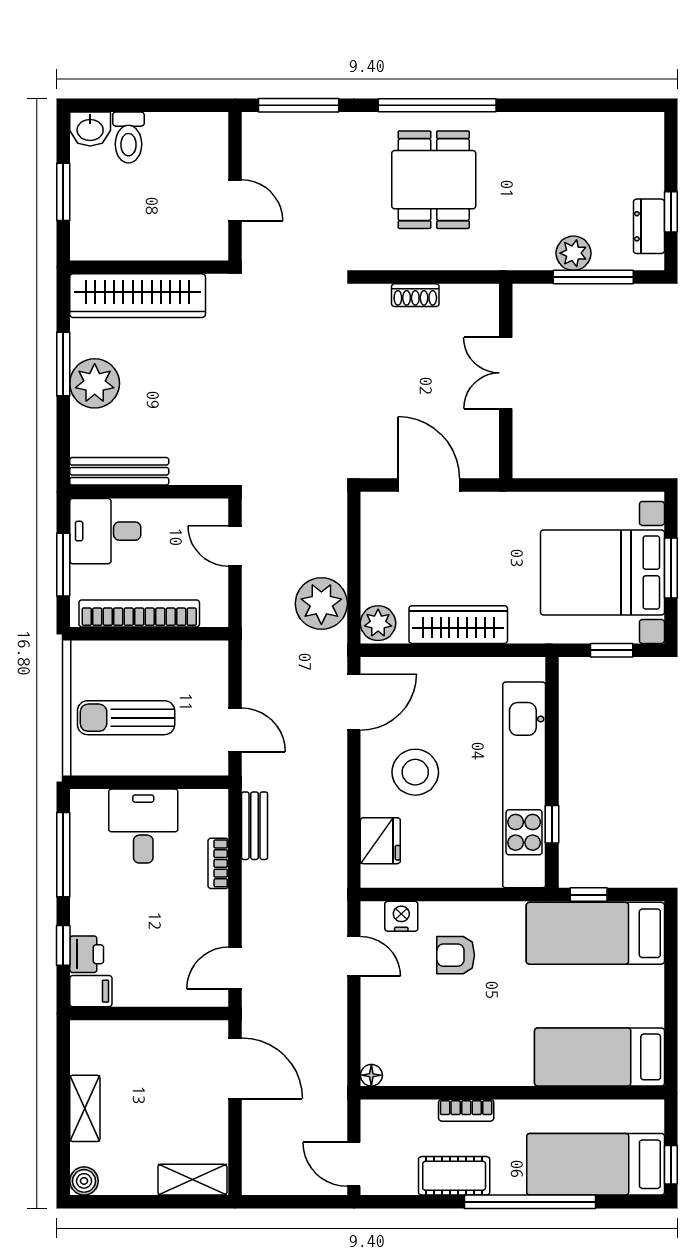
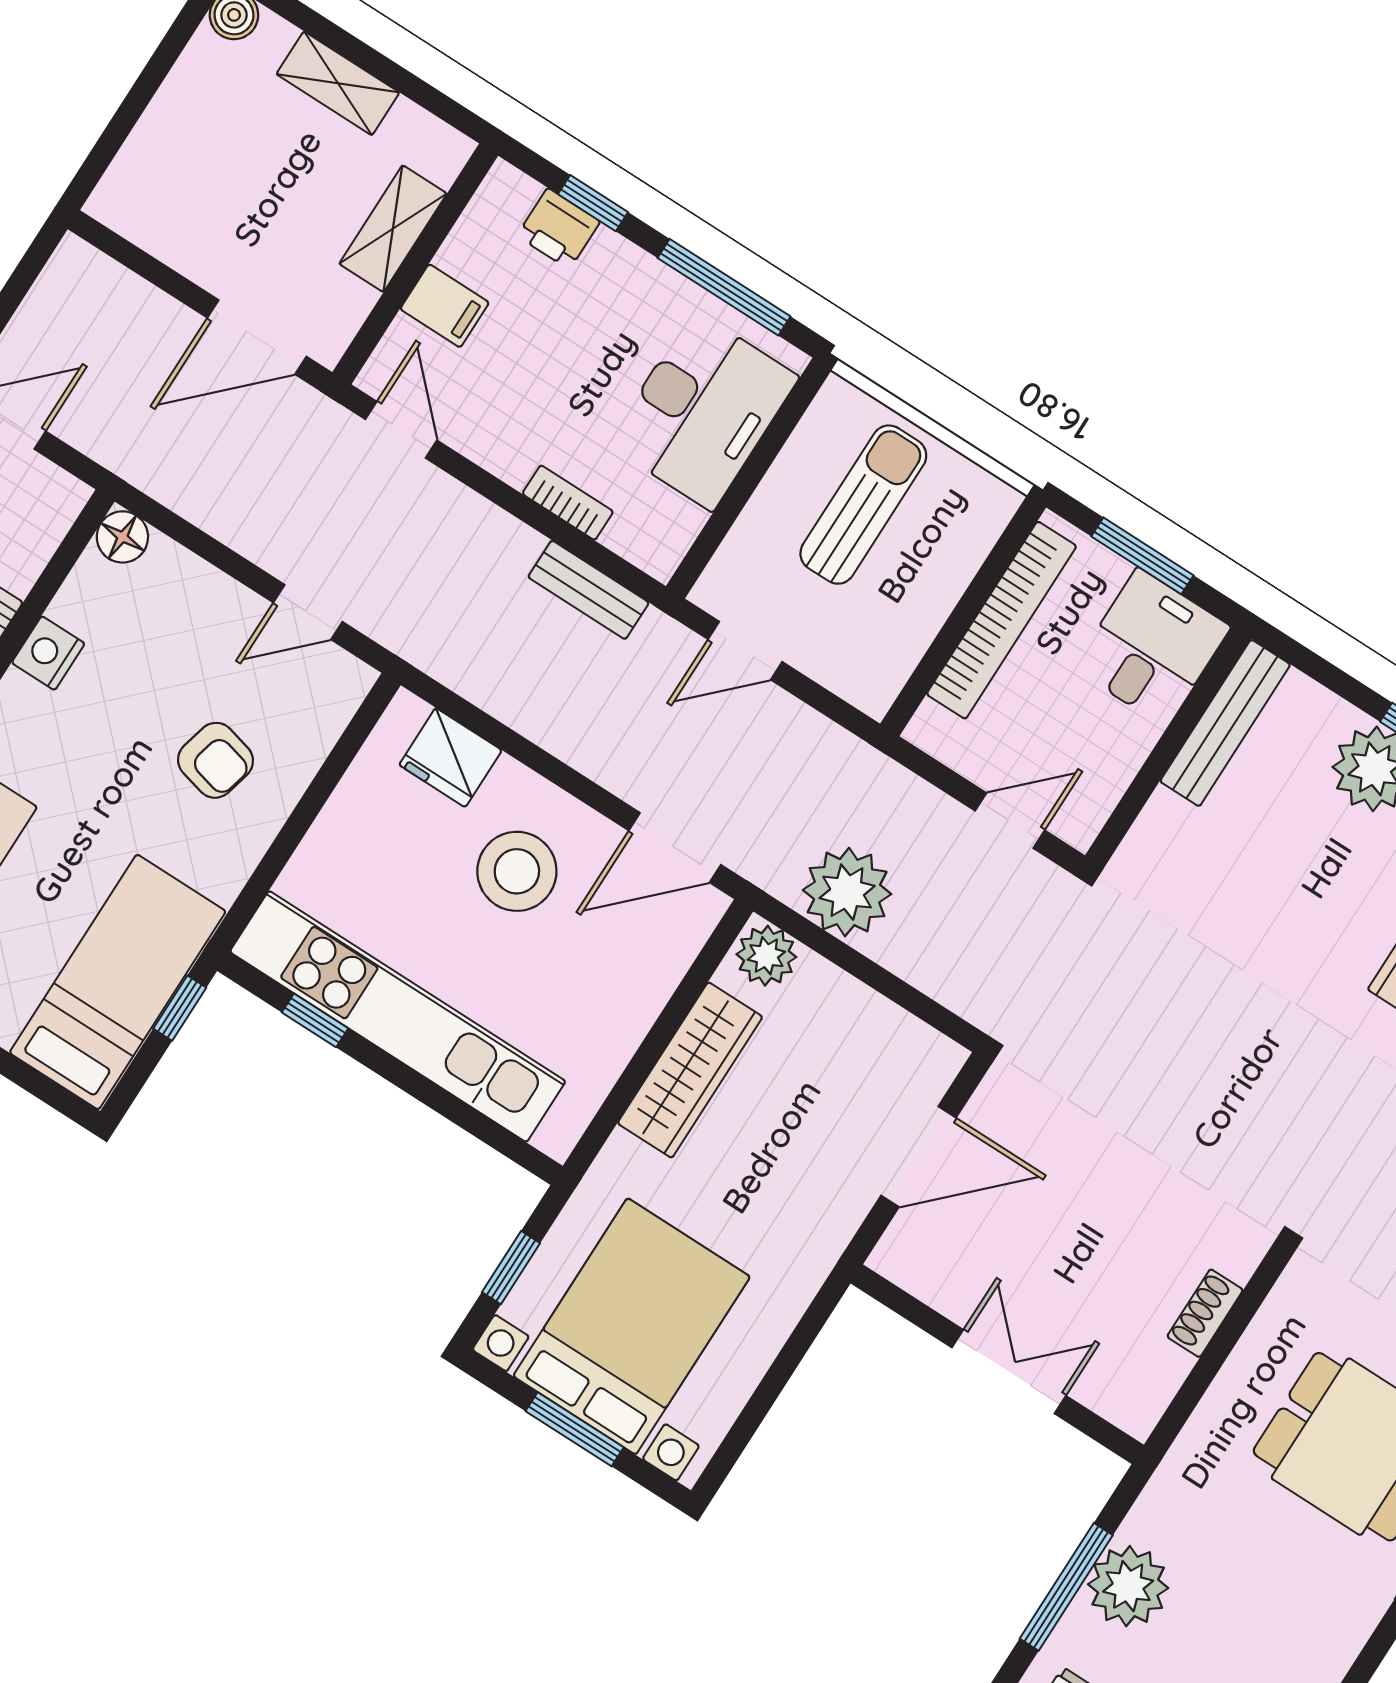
plant: (573, 253) -> (1128, 1586), width x1.36, depth x1.36
door: (354, 702) -> (675, 848), hinge flipped
desk: (143, 826) -> (703, 411), width x1.37
nightstand: (401, 916) -> (48, 653), moved, turned 180
armchair: (456, 955) -> (215, 760), turned 104
filing cabinet: (91, 991) -> (445, 306), moved, turned -90
floor lamp: (371, 1075) -> (122, 537), width x1.37, depth x1.37
shelving: (192, 1180) -> (393, 229), moved

